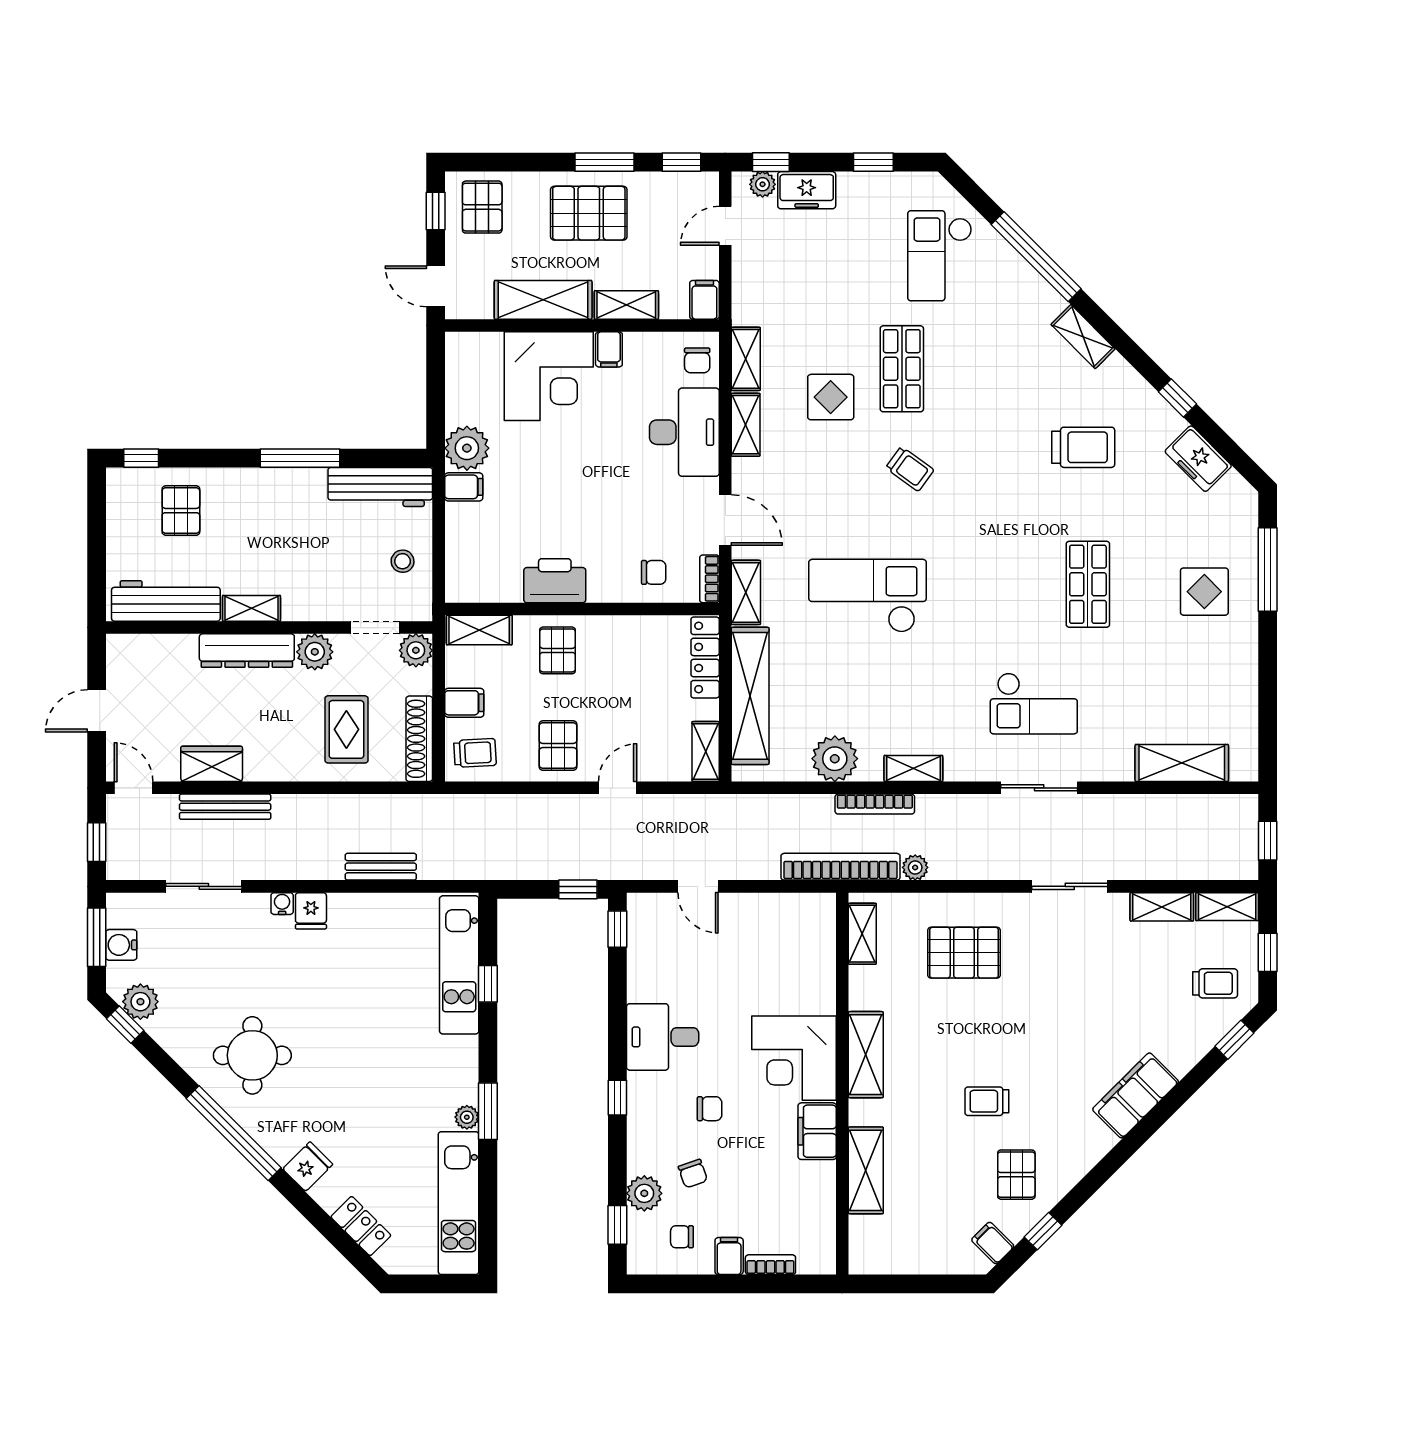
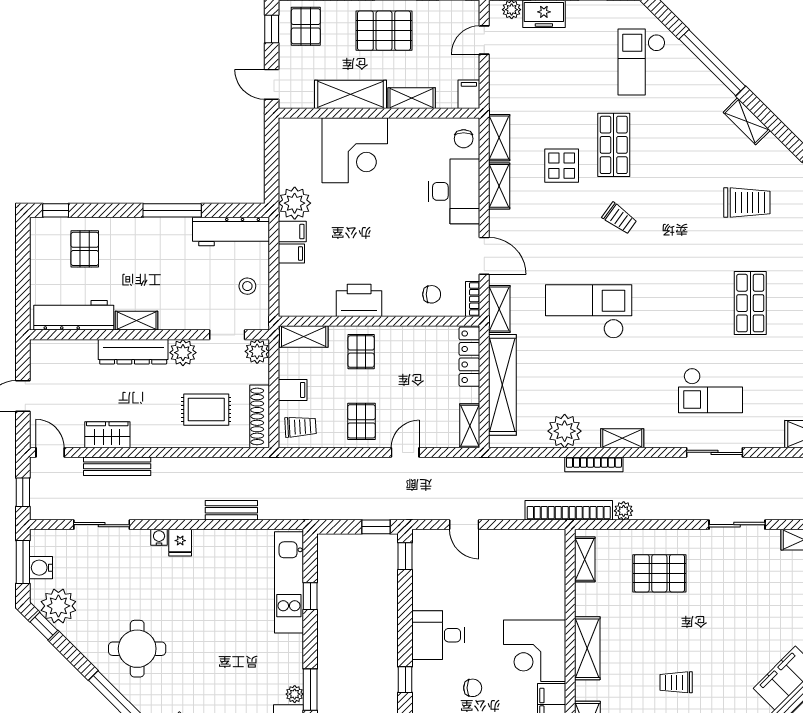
filing cabinet: (609, 349) -> (291, 254), moved, turned -90
rug: (346, 729) -> (206, 410), turned 90
plant: (140, 1002) -> (58, 606), width x1.36, depth x1.36

